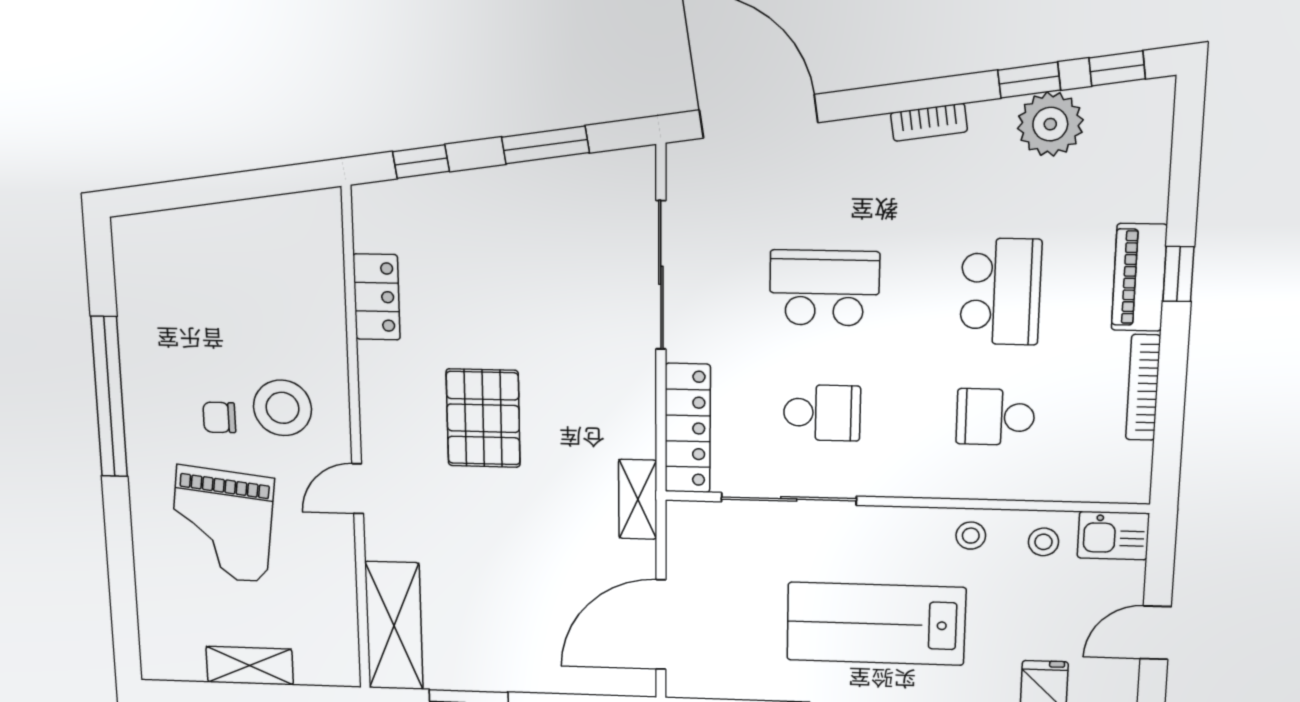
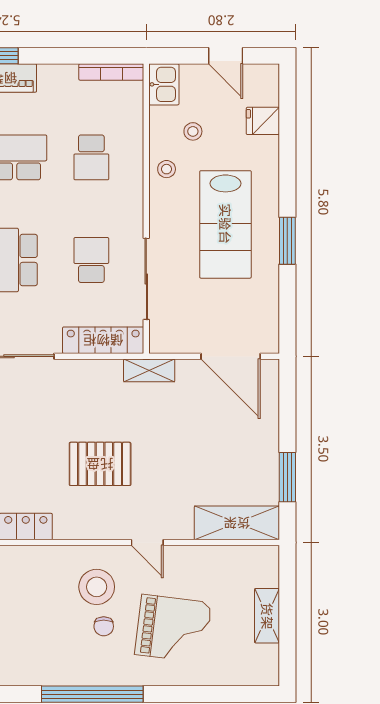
bookcase: (1143, 387) -> (111, 72), moved
stool: (1044, 542) -> (193, 131), moved

